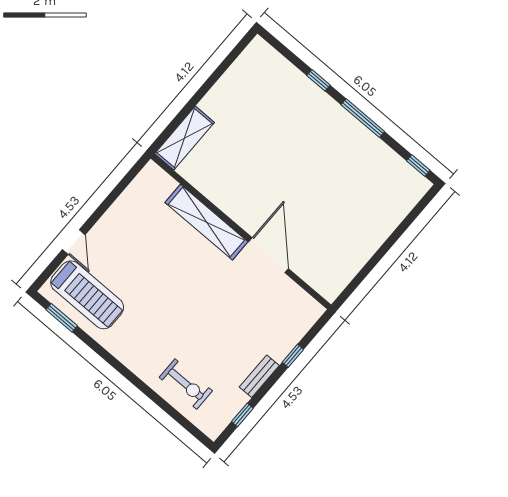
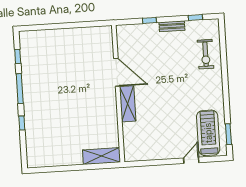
window: (418, 165) -> (18, 56), moved
shelving: (206, 222) -> (128, 104), width x0.68
door: (268, 255) -> (117, 72), swing flipped
exercise bike: (186, 384) -> (205, 54), turned 180

